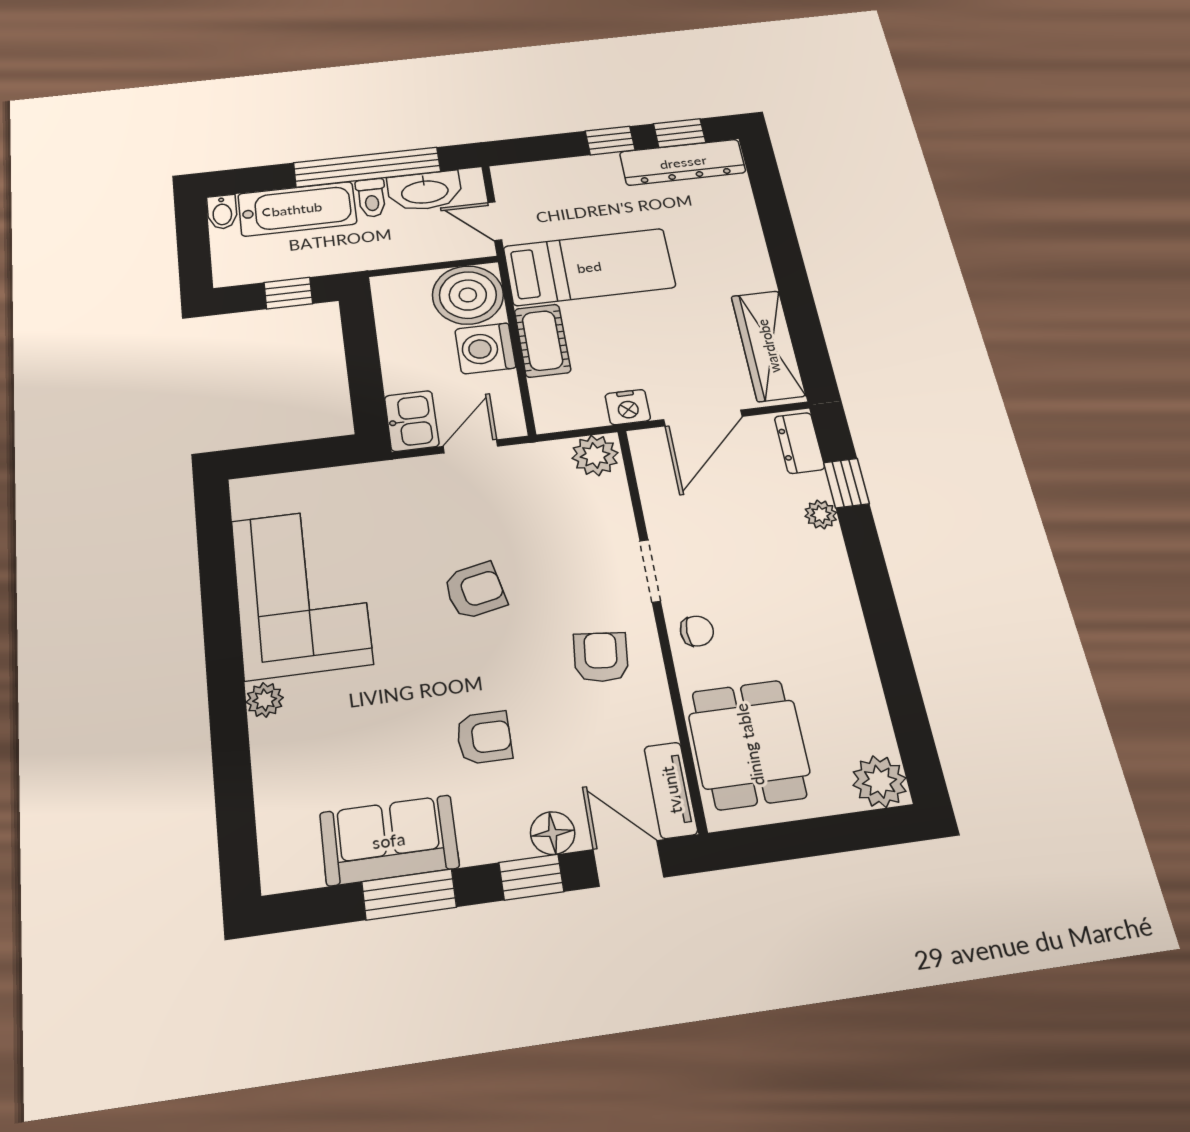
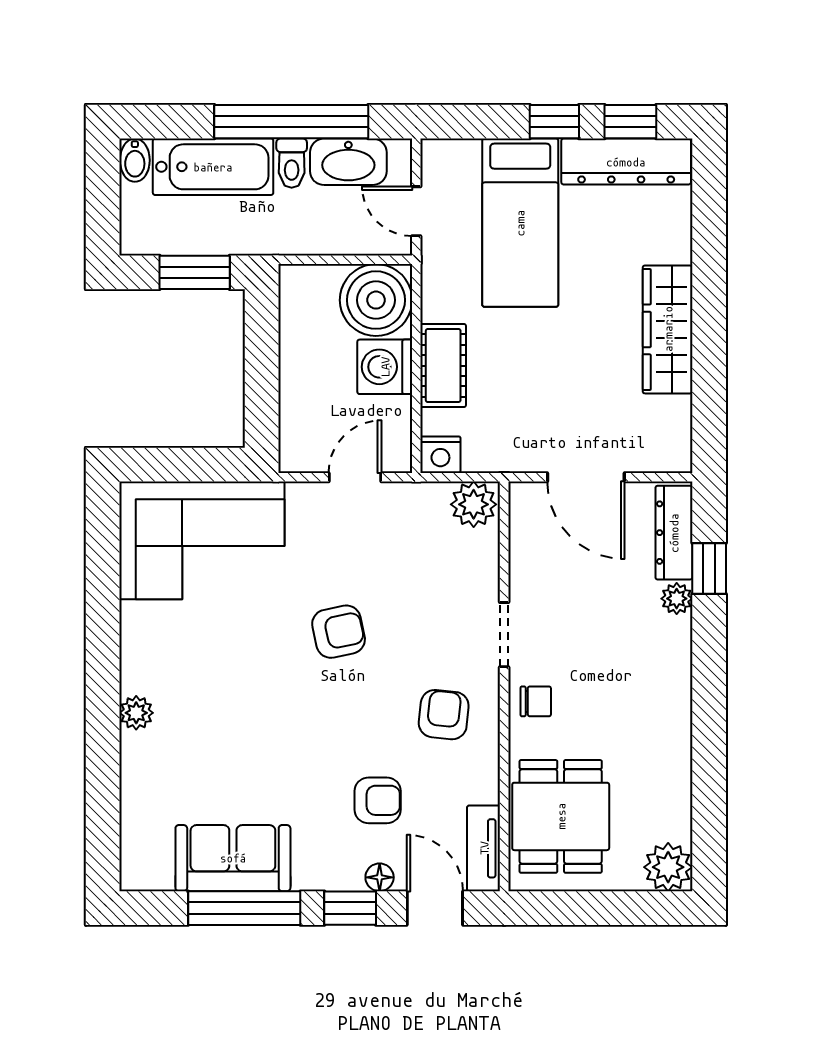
bed: (589, 267) -> (520, 223), moved, turned 90
window: (288, 293) -> (195, 272), width x1.50
wardrobe: (768, 346) -> (668, 329), moved
nightstand: (628, 407) -> (440, 455), moved
door: (703, 418) -> (586, 477), hinge flipped
kitchen sink: (412, 421) -> (302, 441), removed
dresser: (799, 443) -> (674, 533), width x1.44
corner sofa: (301, 592) -> (202, 540), moved, turned 90
armchair: (484, 738) -> (378, 800), moved
floor lamp: (553, 833) -> (380, 877), width x0.73, depth x0.73
window: (409, 894) -> (244, 908), width x1.44

